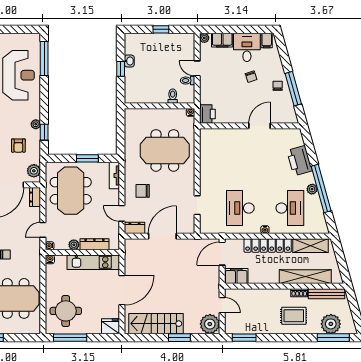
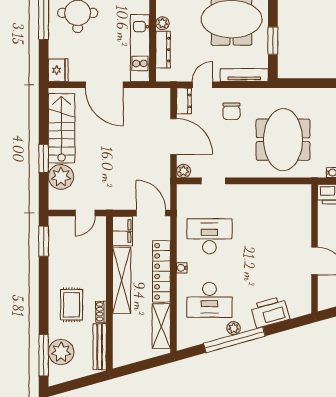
tv unit: (114, 175) -> (244, 75), width x1.41
chair: (143, 191) -> (231, 111), turned 180
plant: (189, 228) -> (183, 171), added
shelving: (305, 277) -> (122, 280), moved
plant: (210, 324) -> (61, 177), moved

